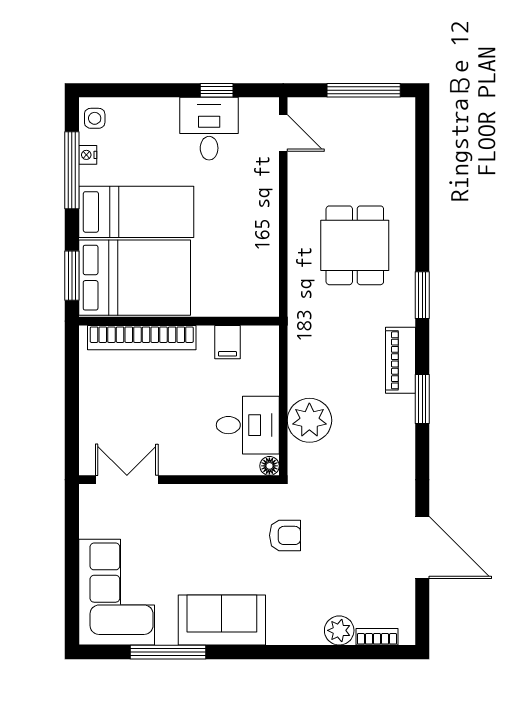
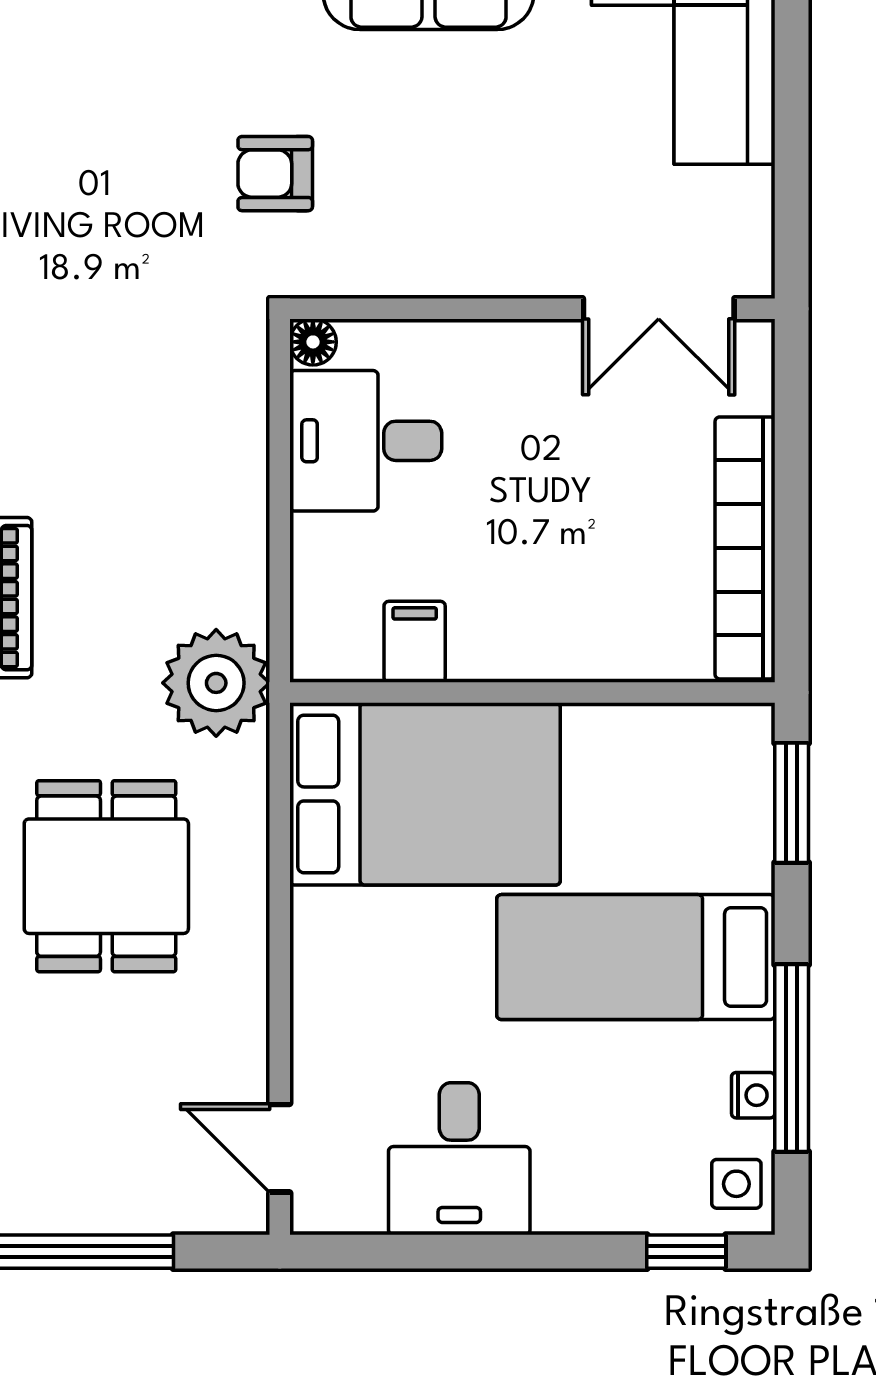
window: (217, 90) -> (686, 1252), moved
bed: (135, 278) -> (425, 794), moved, turned 180
bookcase: (142, 338) -> (745, 548), moved, turned -90
plant: (309, 420) -> (216, 683), moved

